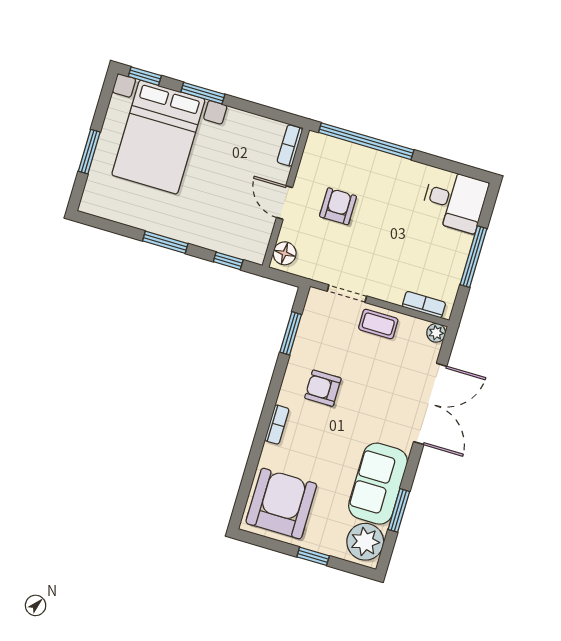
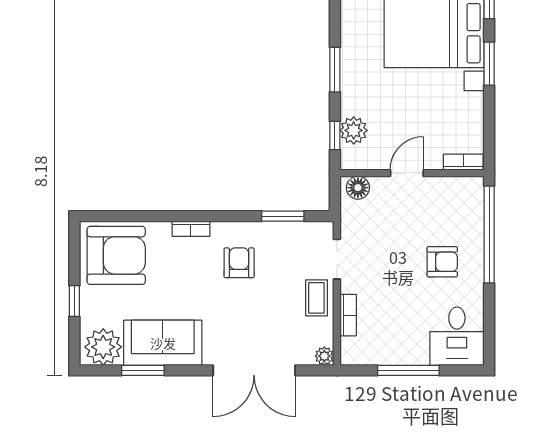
armchair: (338, 206) -> (442, 262), moved
plant: (229, 241) -> (354, 130), added
bookcase: (424, 305) -> (348, 315), moved

